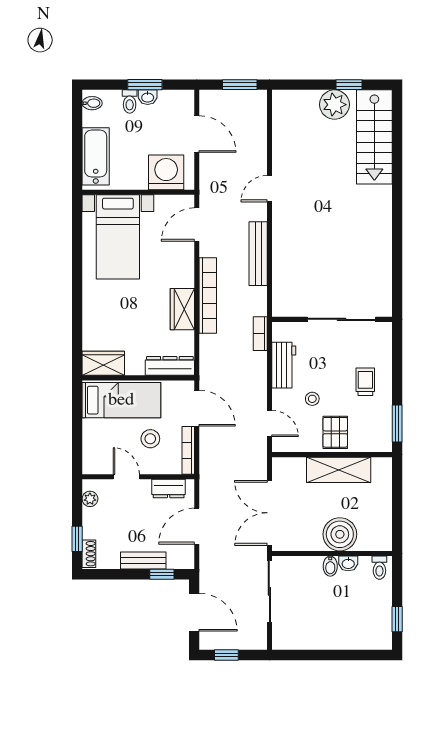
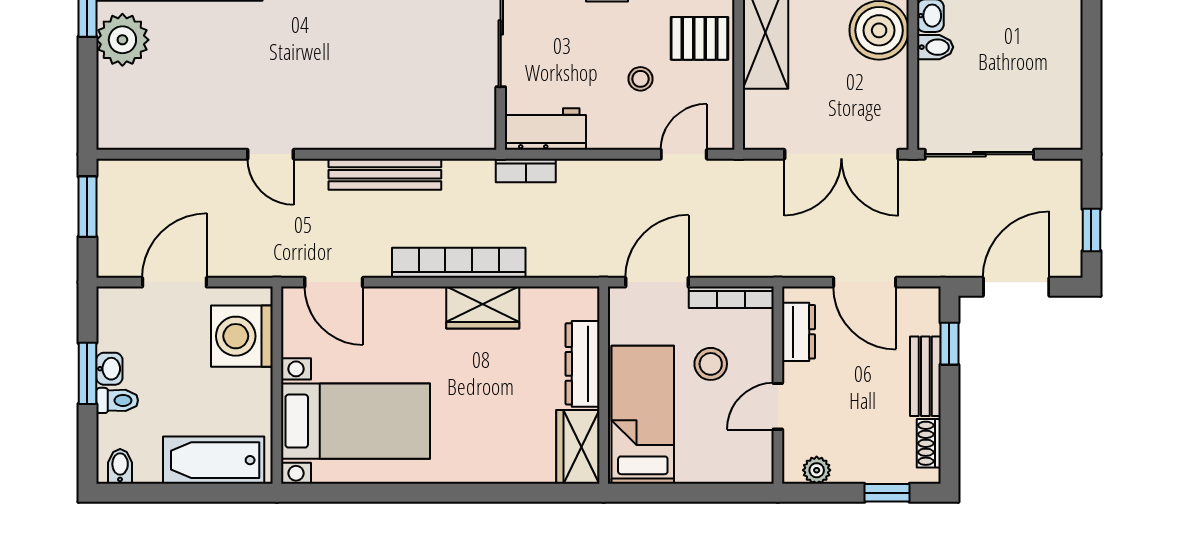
workbench: (284, 365) -> (545, 129), moved
dresser: (170, 366) -> (583, 364), moved
shoe rack: (89, 554) -> (929, 443), moved, turned -90

